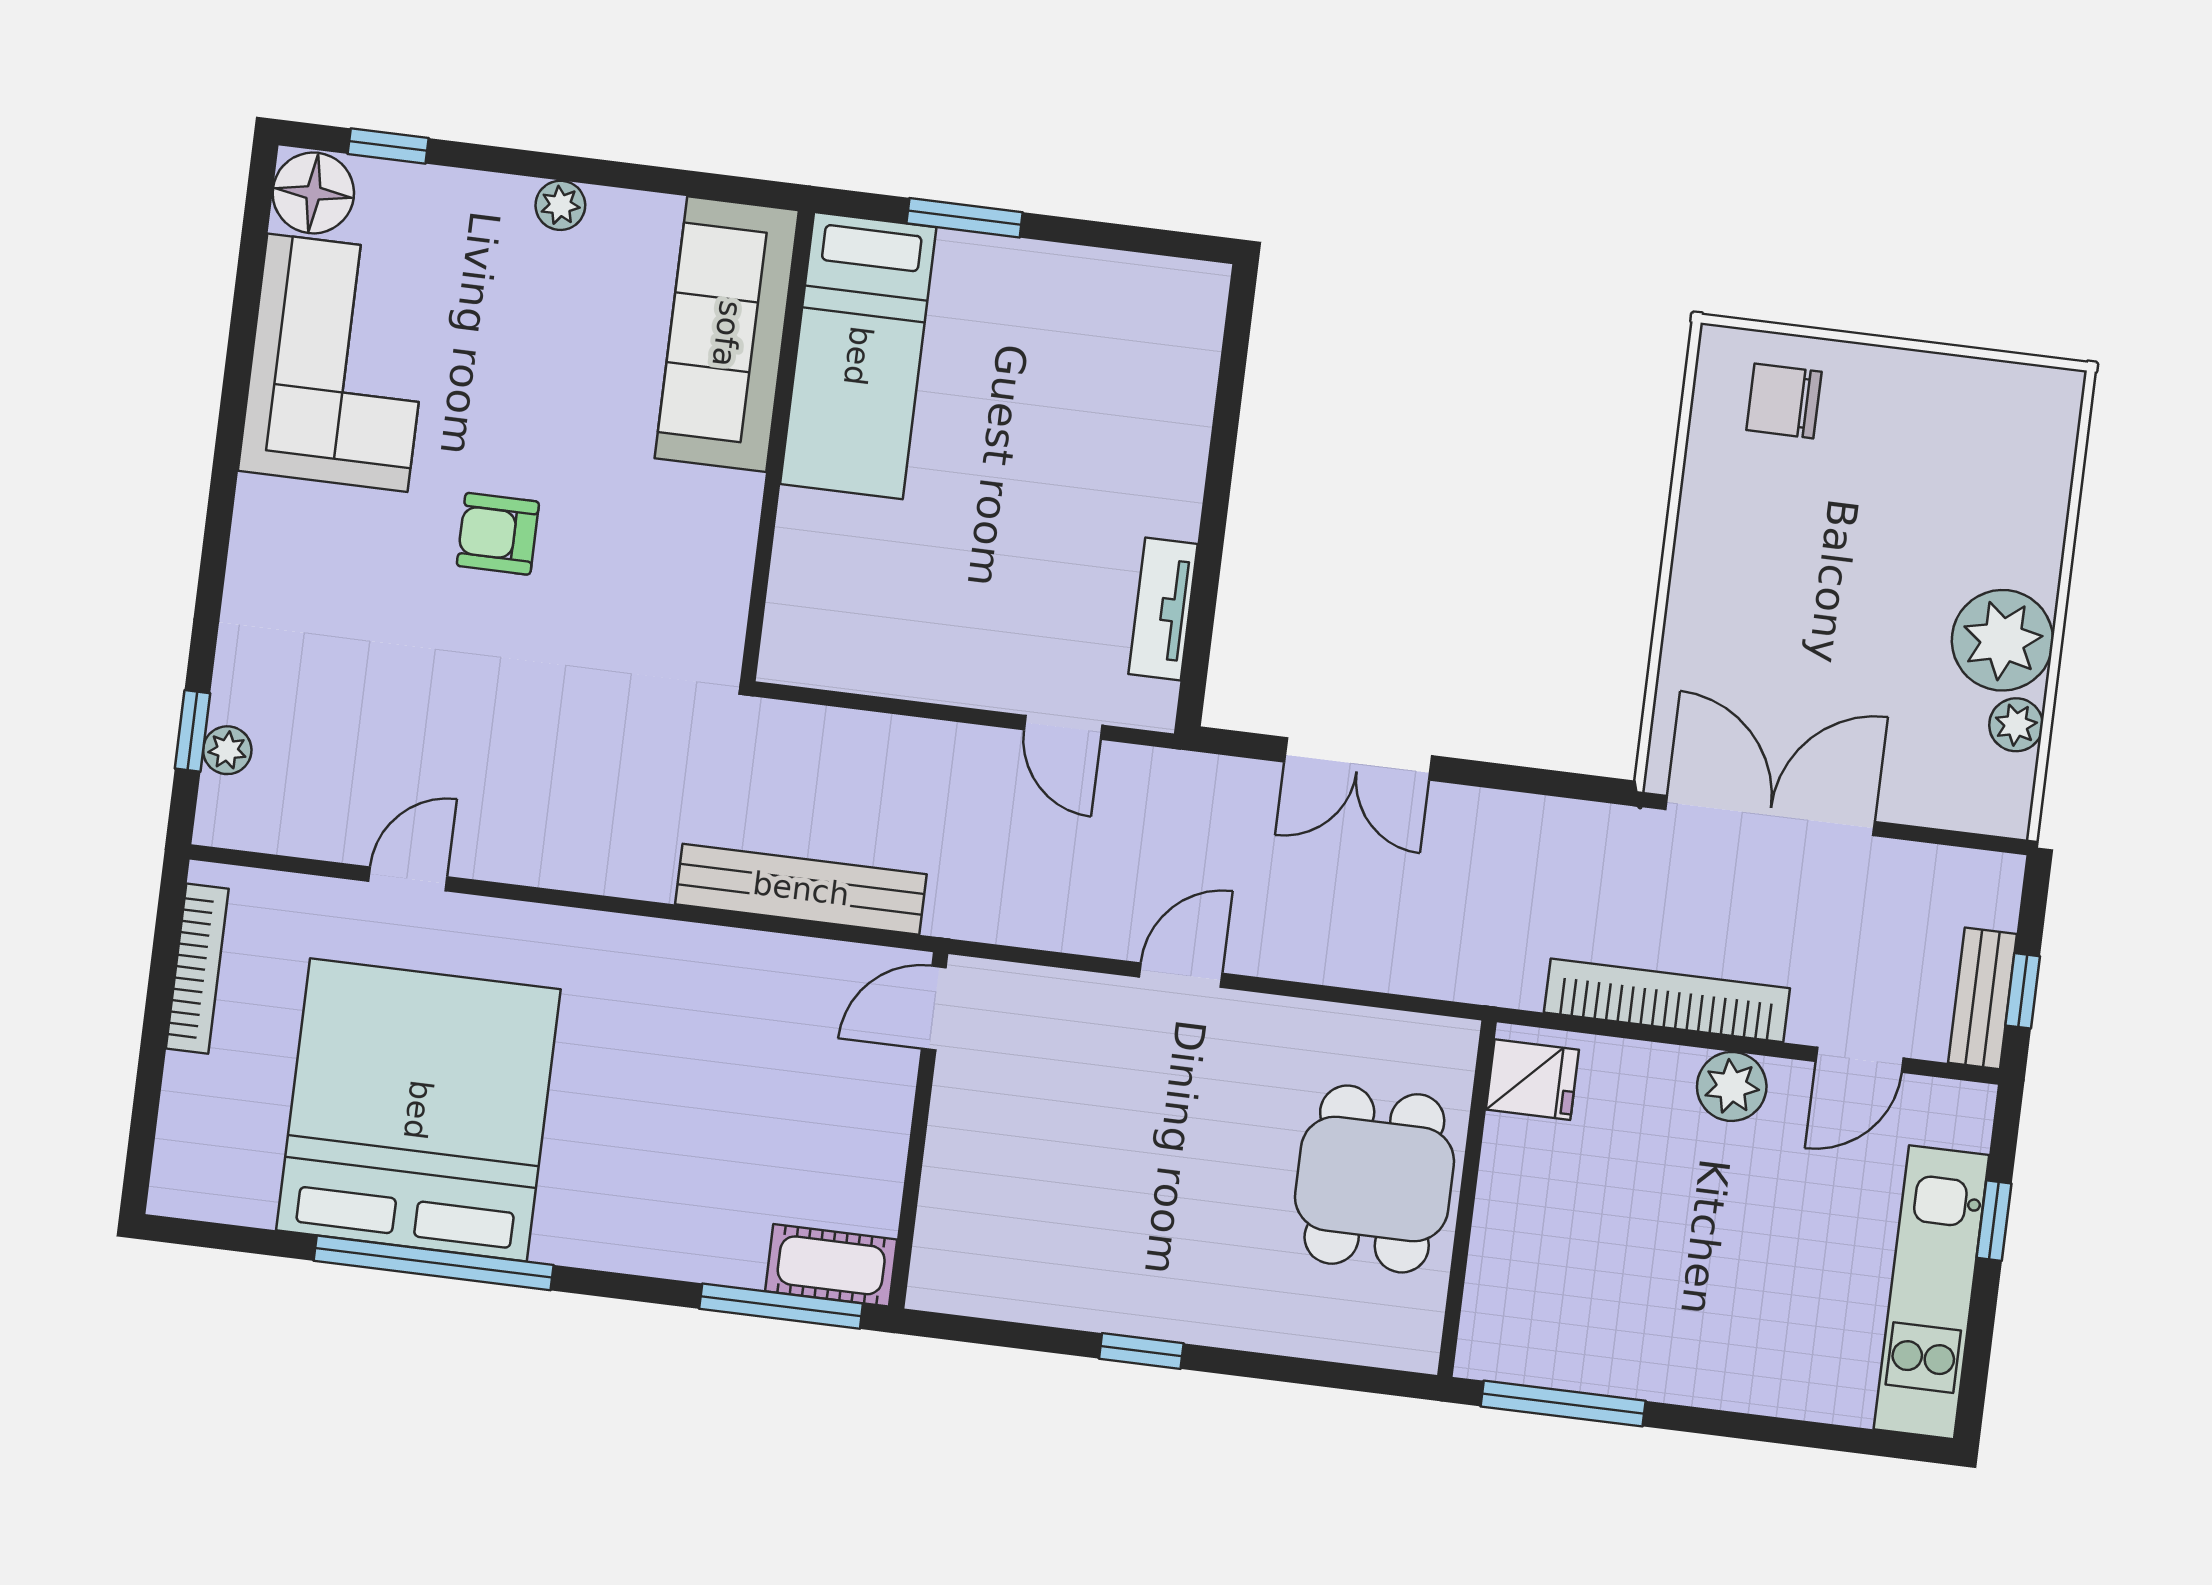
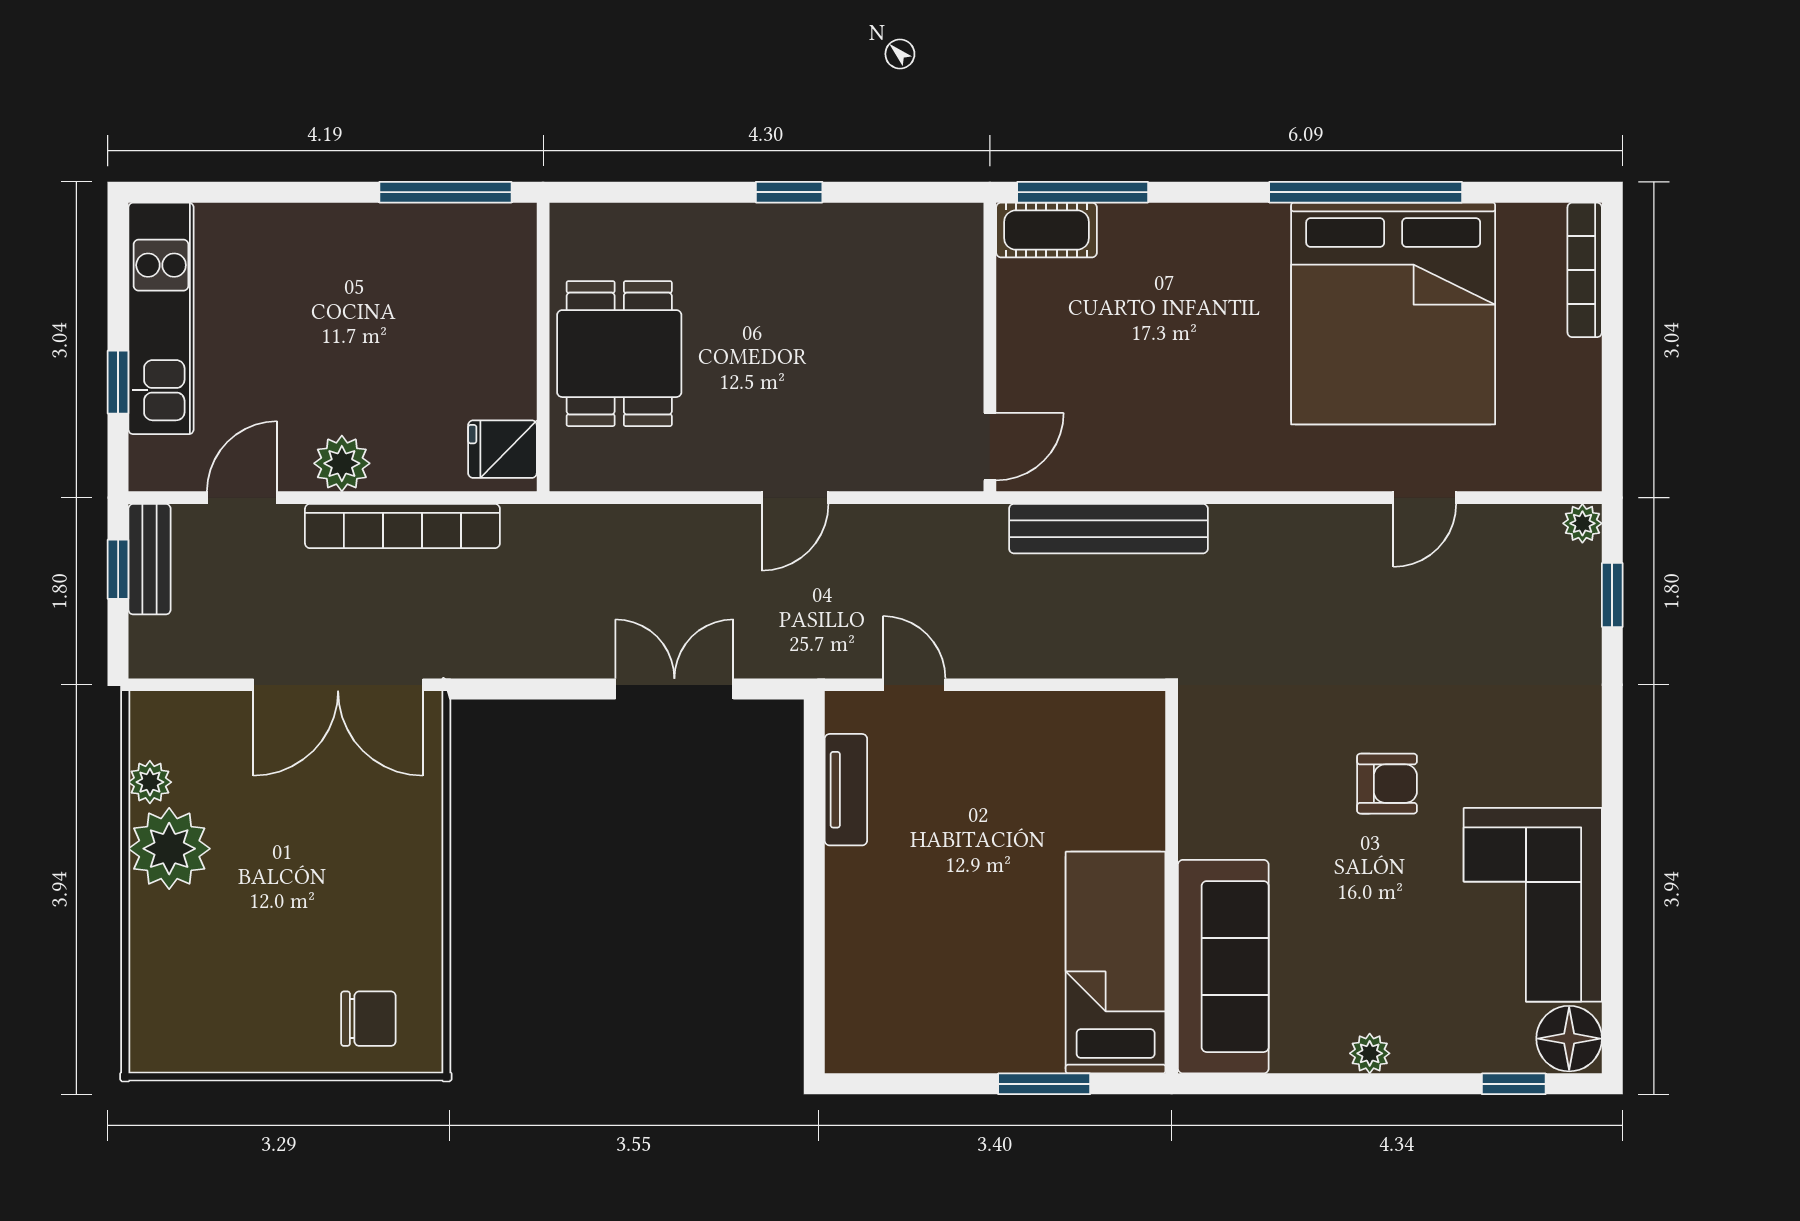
plant: (227, 750) -> (1582, 523), moved
bookcase: (197, 969) -> (1585, 270), moved

